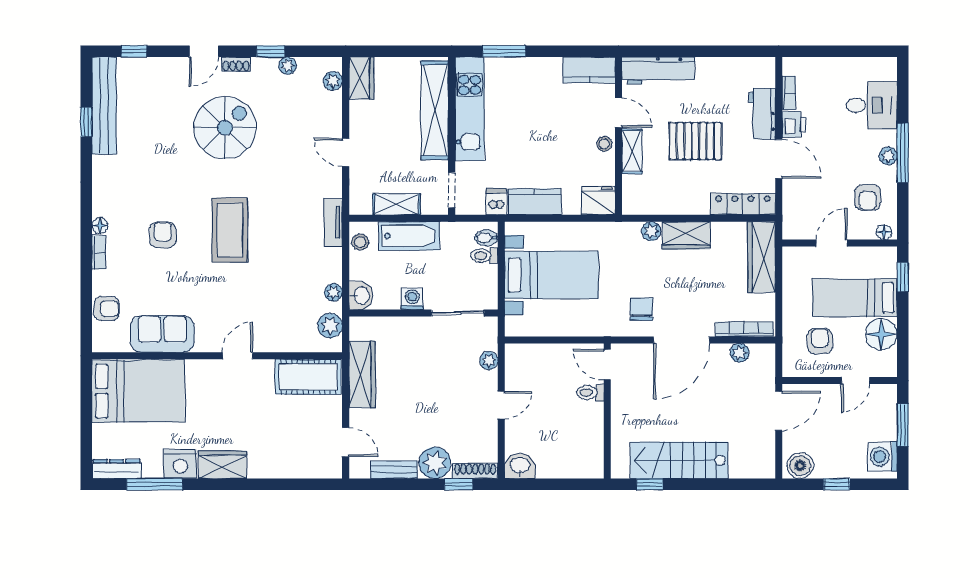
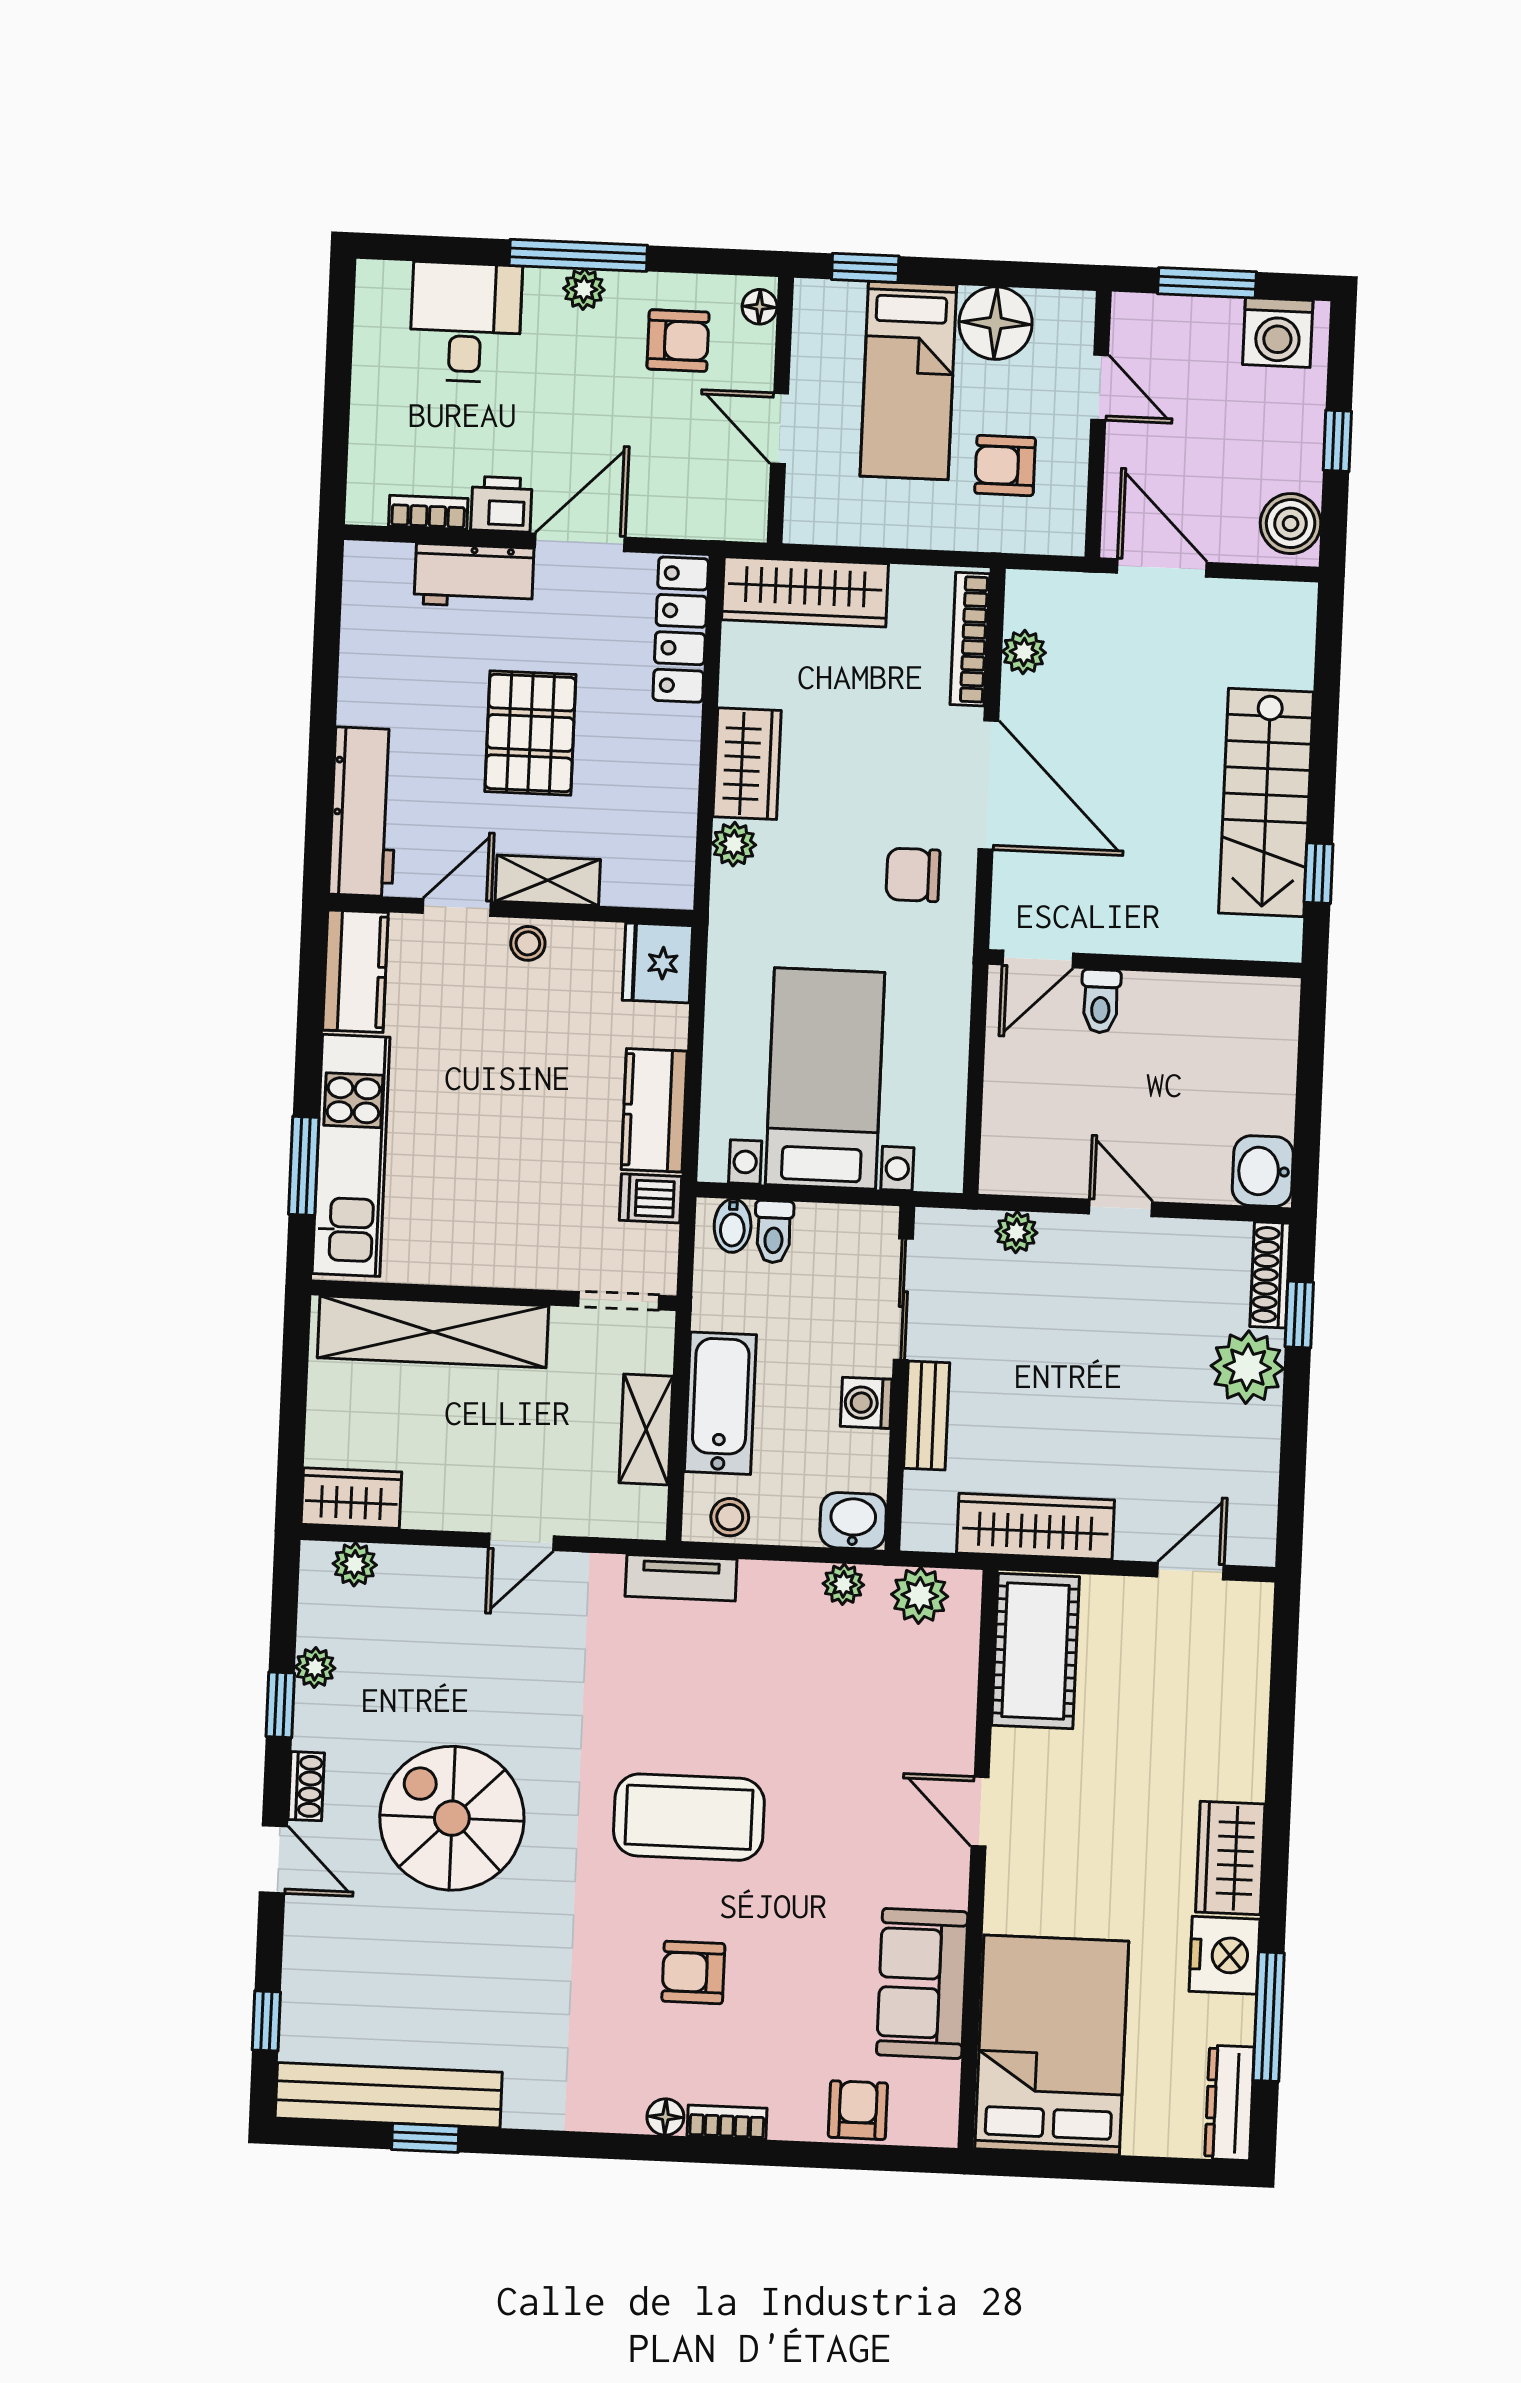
kitchen unit: (470, 109) -> (351, 1155), moved, turned 90
bench: (394, 470) -> (927, 1415), moved

